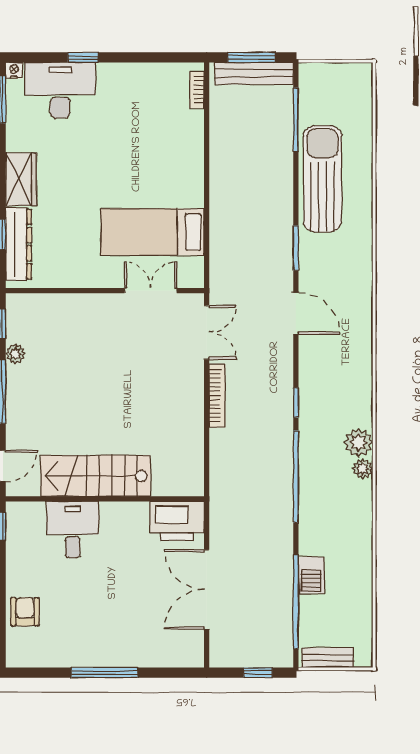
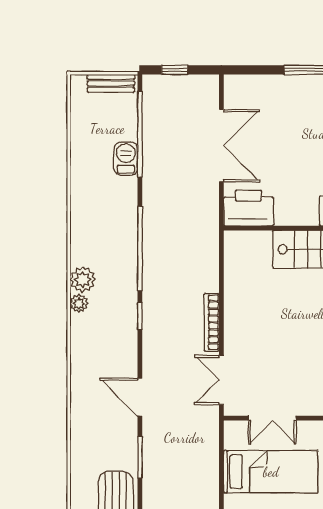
plant: (363, 469) -> (79, 303), moved

